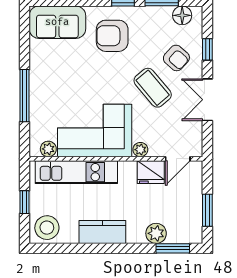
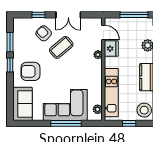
floor lamp: (182, 15) -> (18, 30), removed
armchair: (112, 36) -> (30, 71), turned 90
armchair: (176, 58) -> (44, 33), turned -88
corner sofa: (95, 130) -> (65, 105), moved, turned 90
window: (207, 210) -> (134, 15), width x1.44

